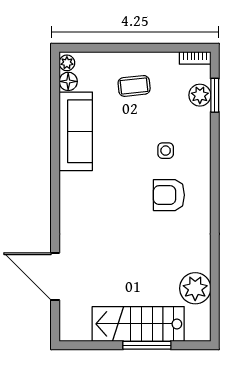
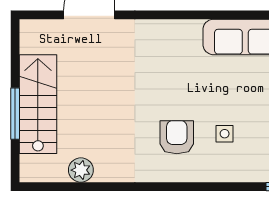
plant: (195, 288) -> (81, 170), width x0.73, depth x0.73

